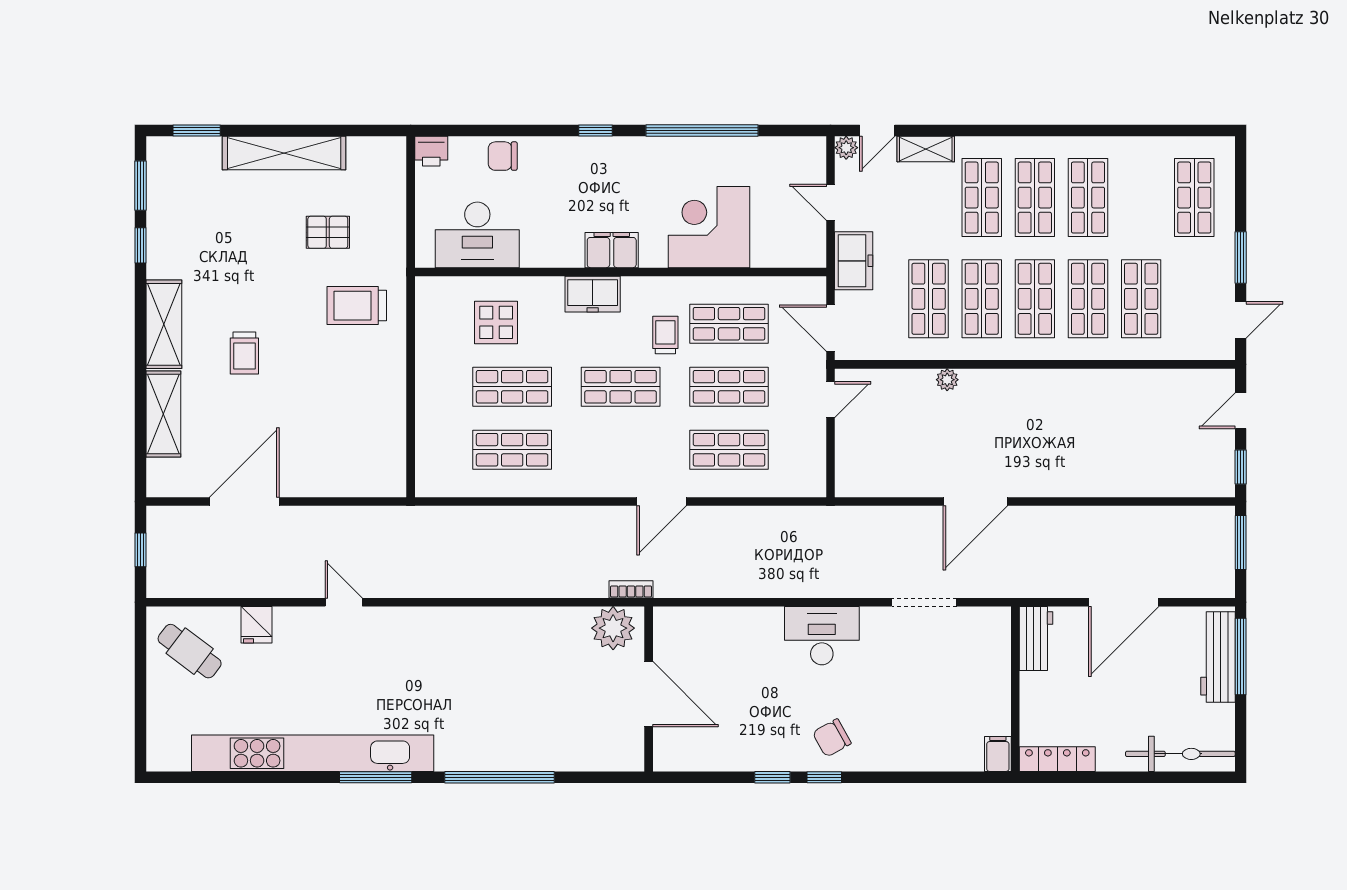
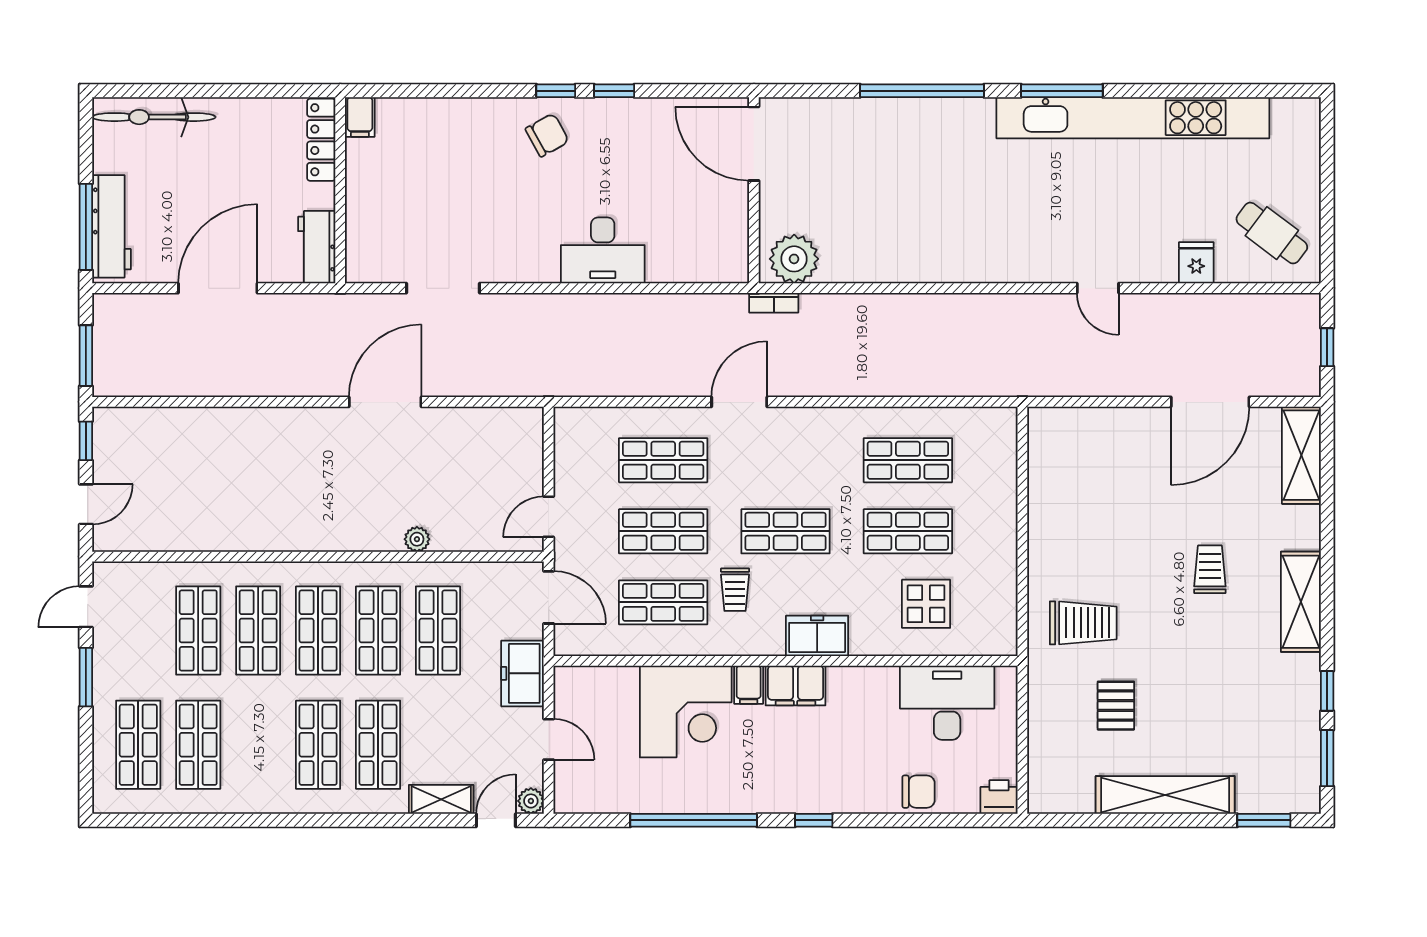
shop shelf: (1088, 198) -> (198, 745), moved
pallet: (328, 232) -> (1116, 706), turned 90
filing cabinet: (653, 251) -> (749, 685), added
shelving: (163, 414) -> (1301, 455), moved
desk: (822, 636) -> (603, 250), moved
door: (649, 694) -> (754, 144), moved
locker: (1057, 759) -> (321, 140), moved, turned 90

